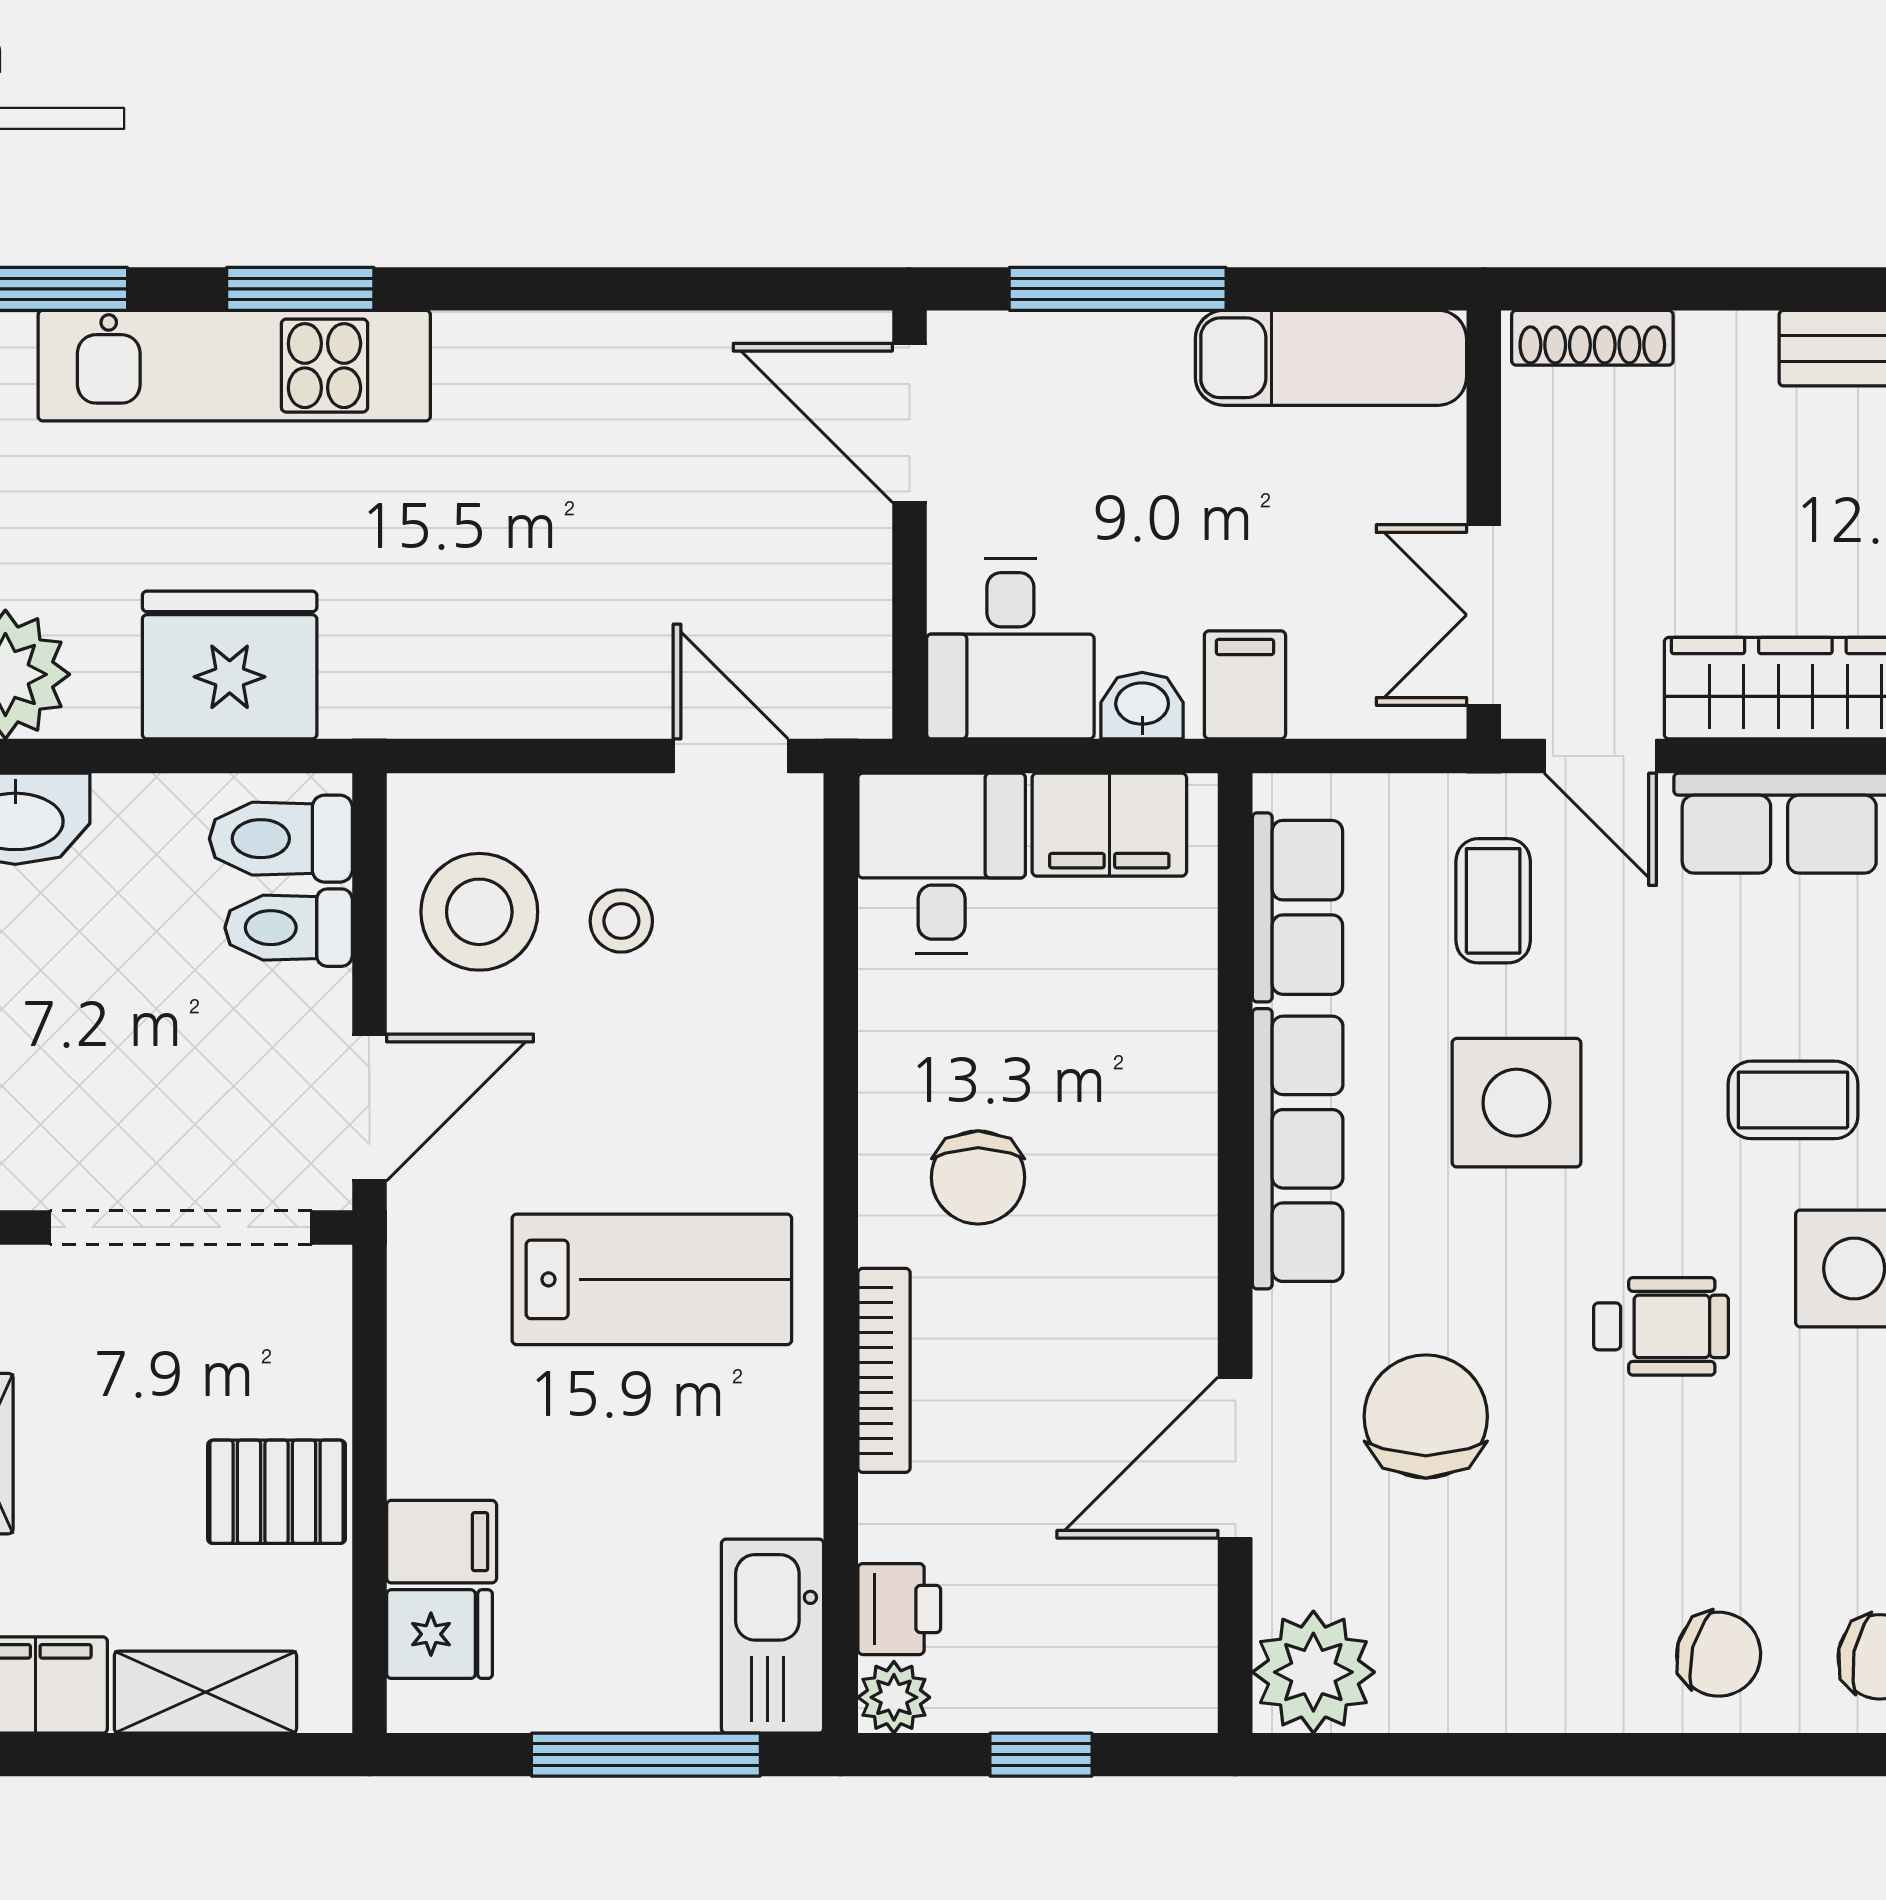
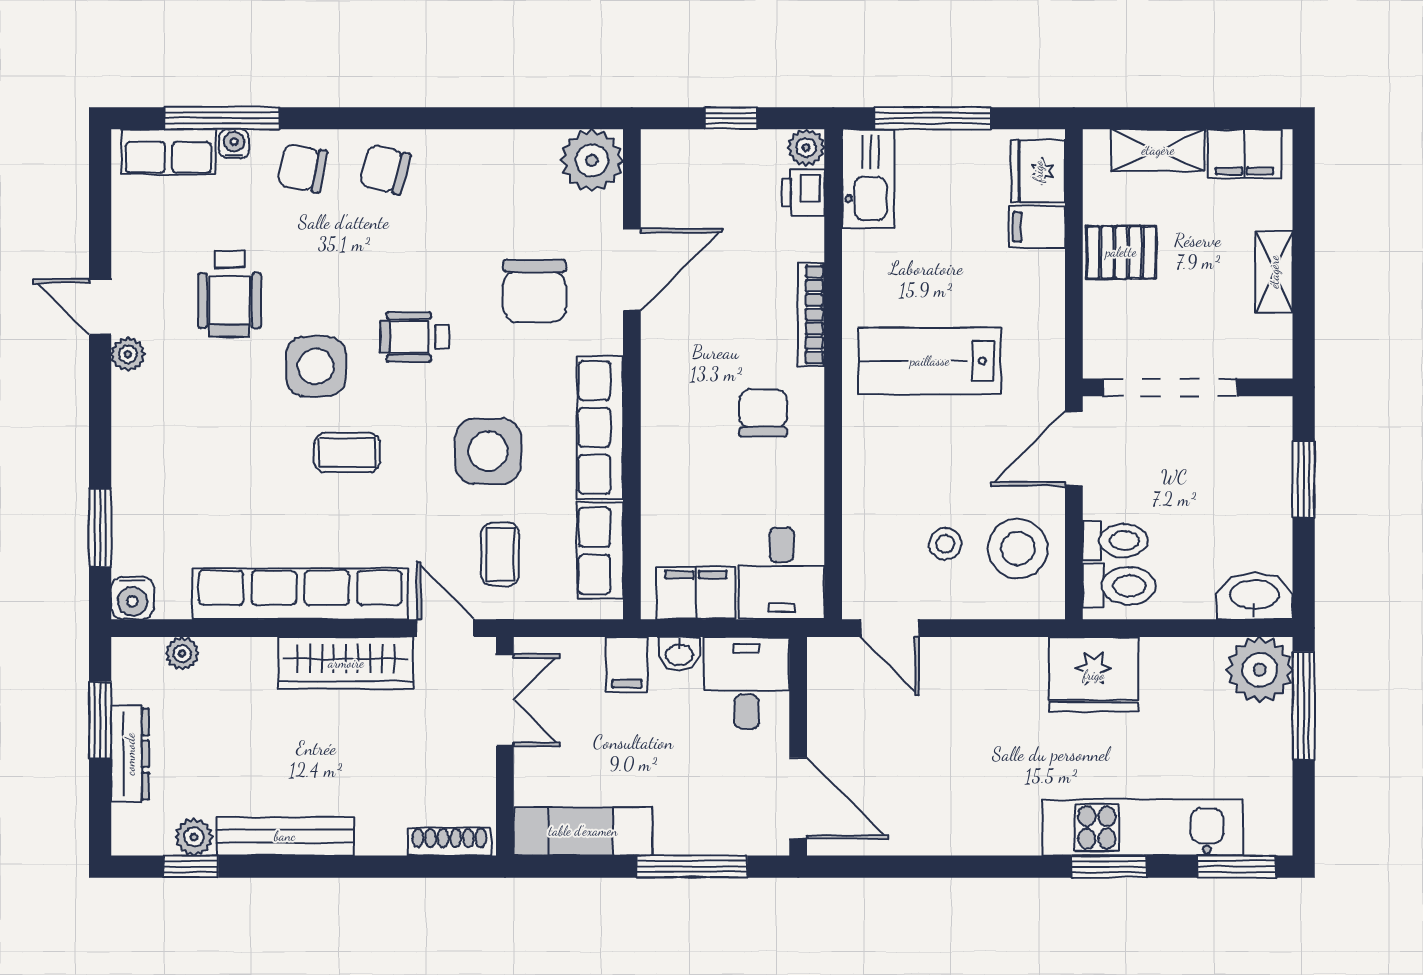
fridge: (230, 665) -> (1094, 675), moved
fridge: (439, 1634) -> (1038, 171), width x1.38

